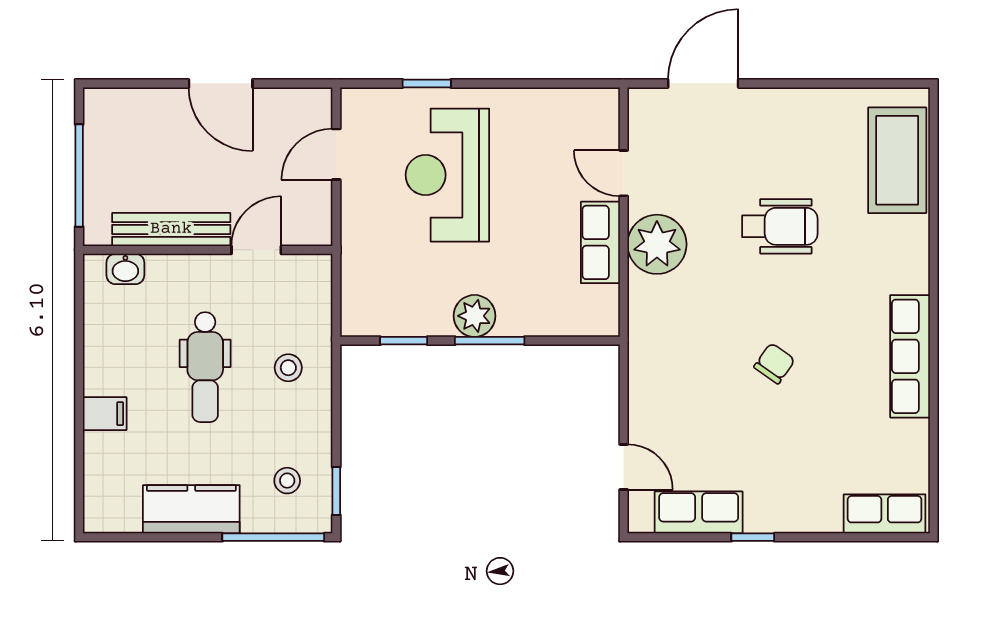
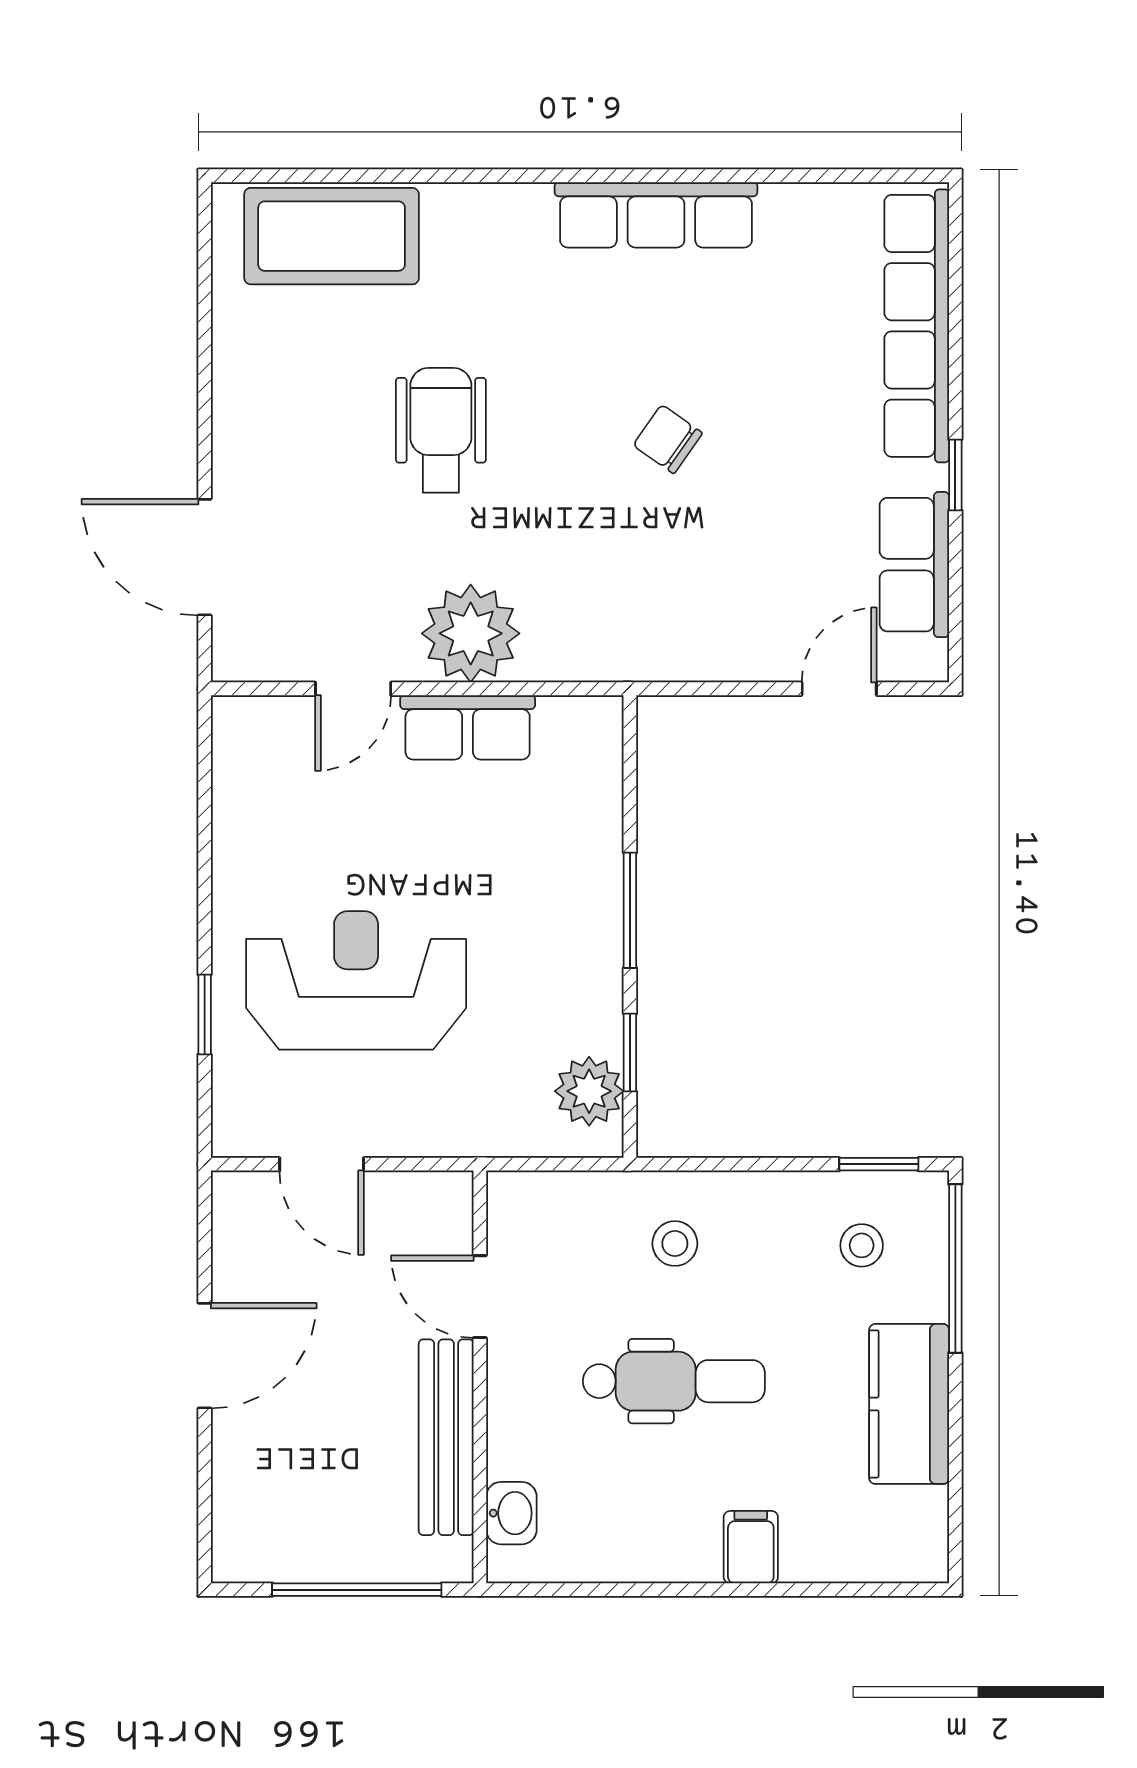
reception desk: (447, 175) -> (356, 980), turned 180
plant: (474, 316) -> (589, 1091), moved
row of seats: (885, 514) -> (917, 326), width x2.02

